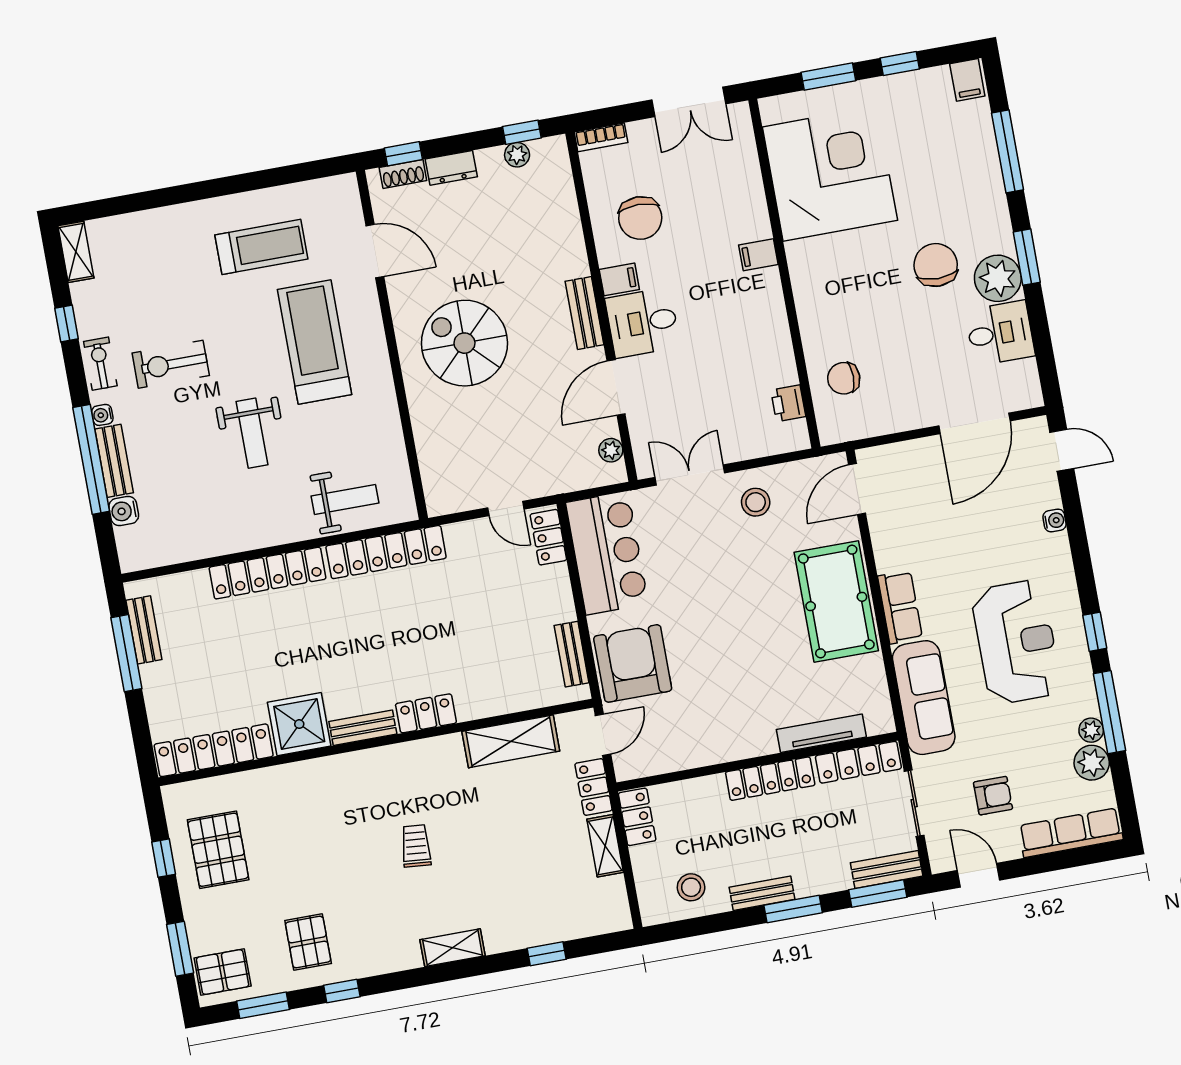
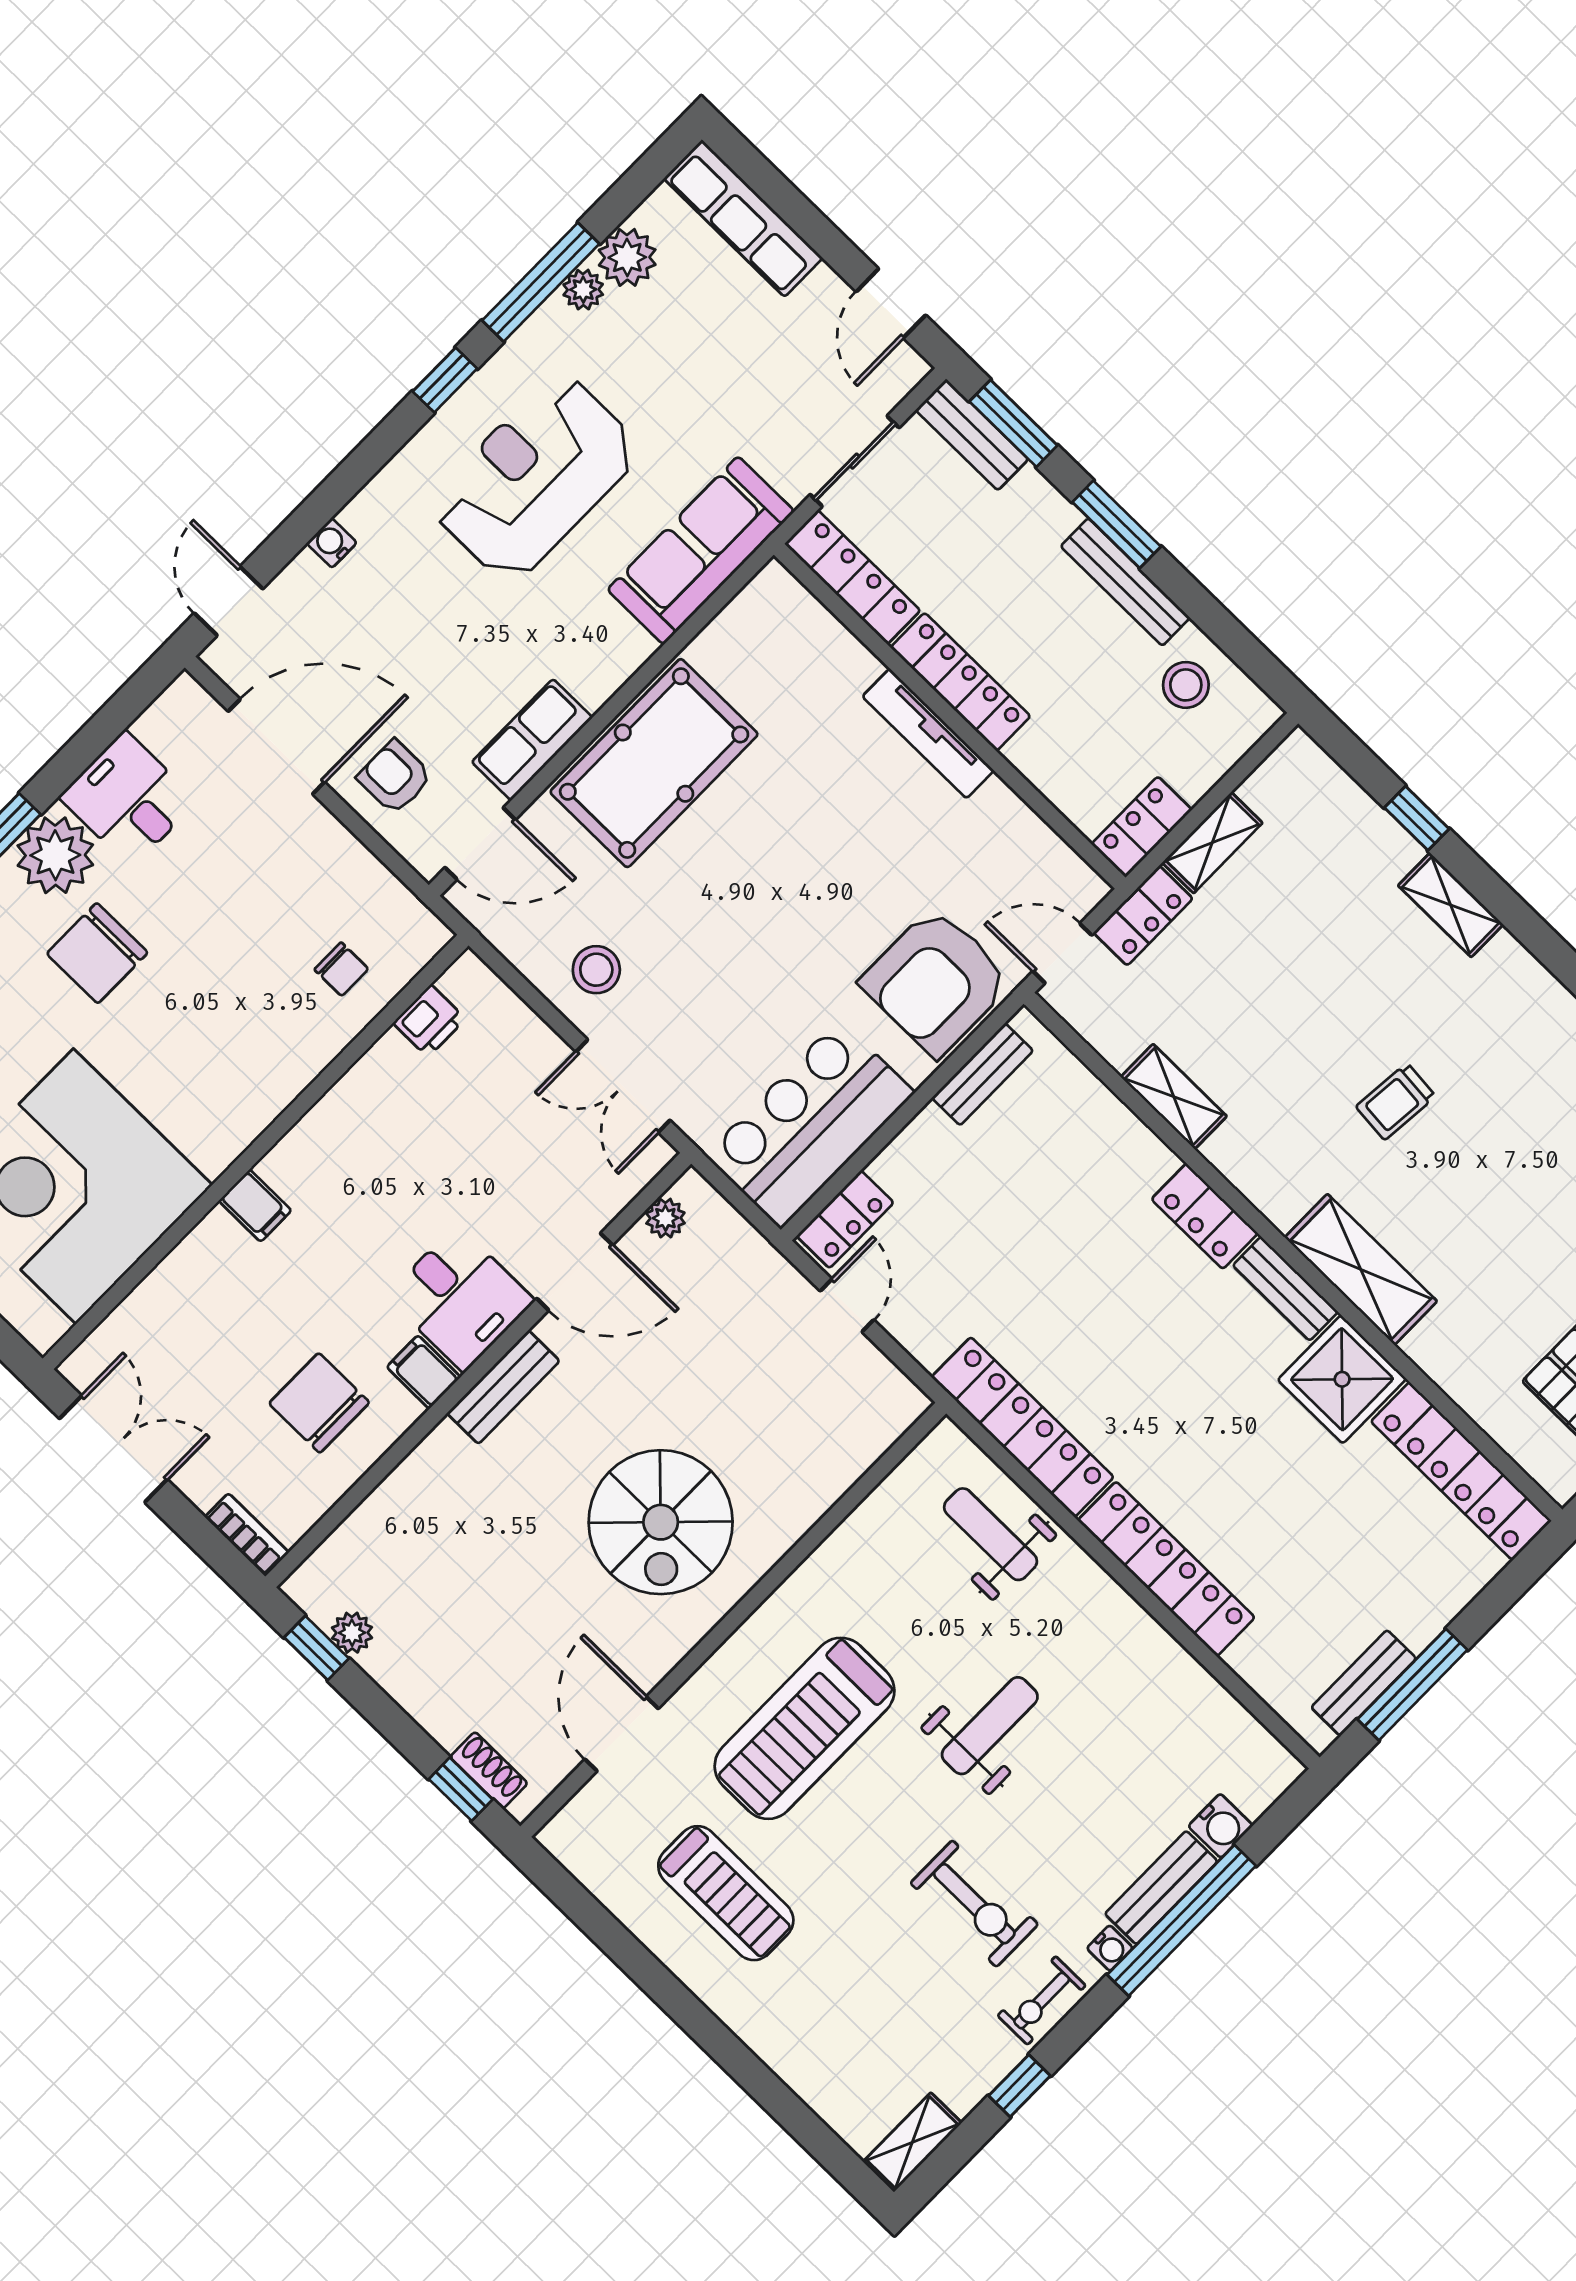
dresser: (451, 168) -> (434, 1710), removed
chair: (640, 218) -> (319, 1403), turned -90
treadmill: (261, 247) -> (726, 1893), turned 180
chair: (844, 378) -> (341, 969), width x0.73, depth x0.73
row of seats: (900, 607) -> (532, 740), moved
tv unit: (821, 733) -> (928, 733), moved
shelving: (511, 741) -> (1174, 1097), width x0.67, depth x0.75
shelving: (346, 771) -> (1361, 1269), added
armchair: (993, 796) -> (395, 777), moved
bench: (762, 893) -> (1125, 582), width x1.36
shelving: (453, 948) -> (1451, 905), moved

